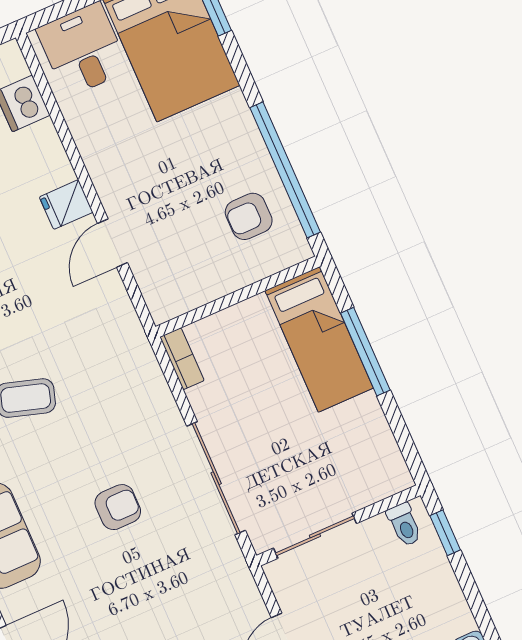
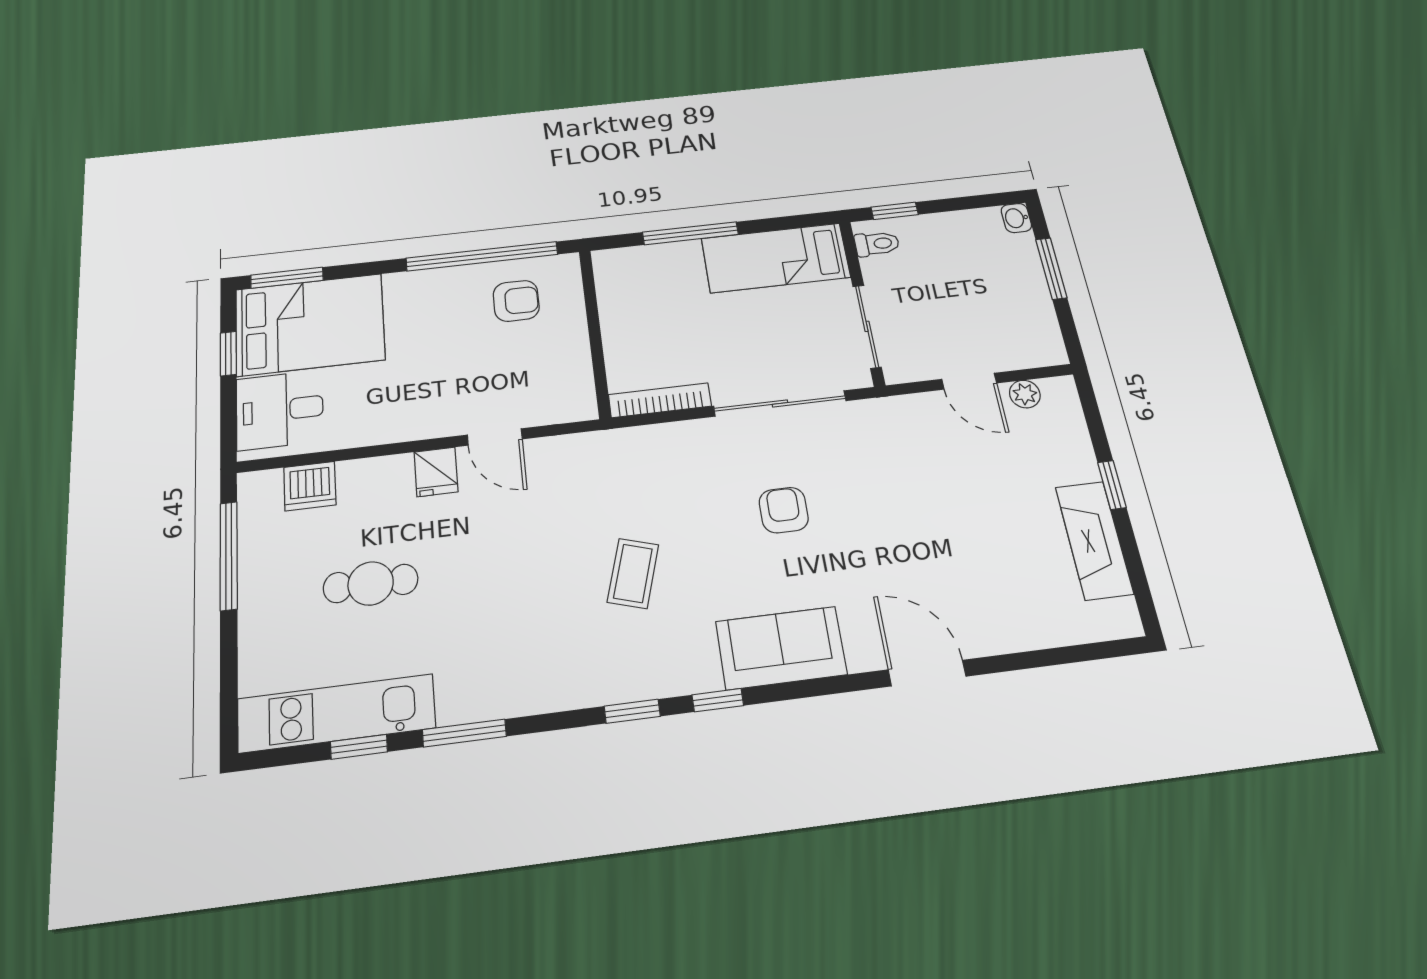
armchair: (249, 216) -> (516, 301), turned -90
bed: (319, 339) -> (776, 258), moved, turned 180
bookcase: (182, 359) -> (660, 400), width x1.56

